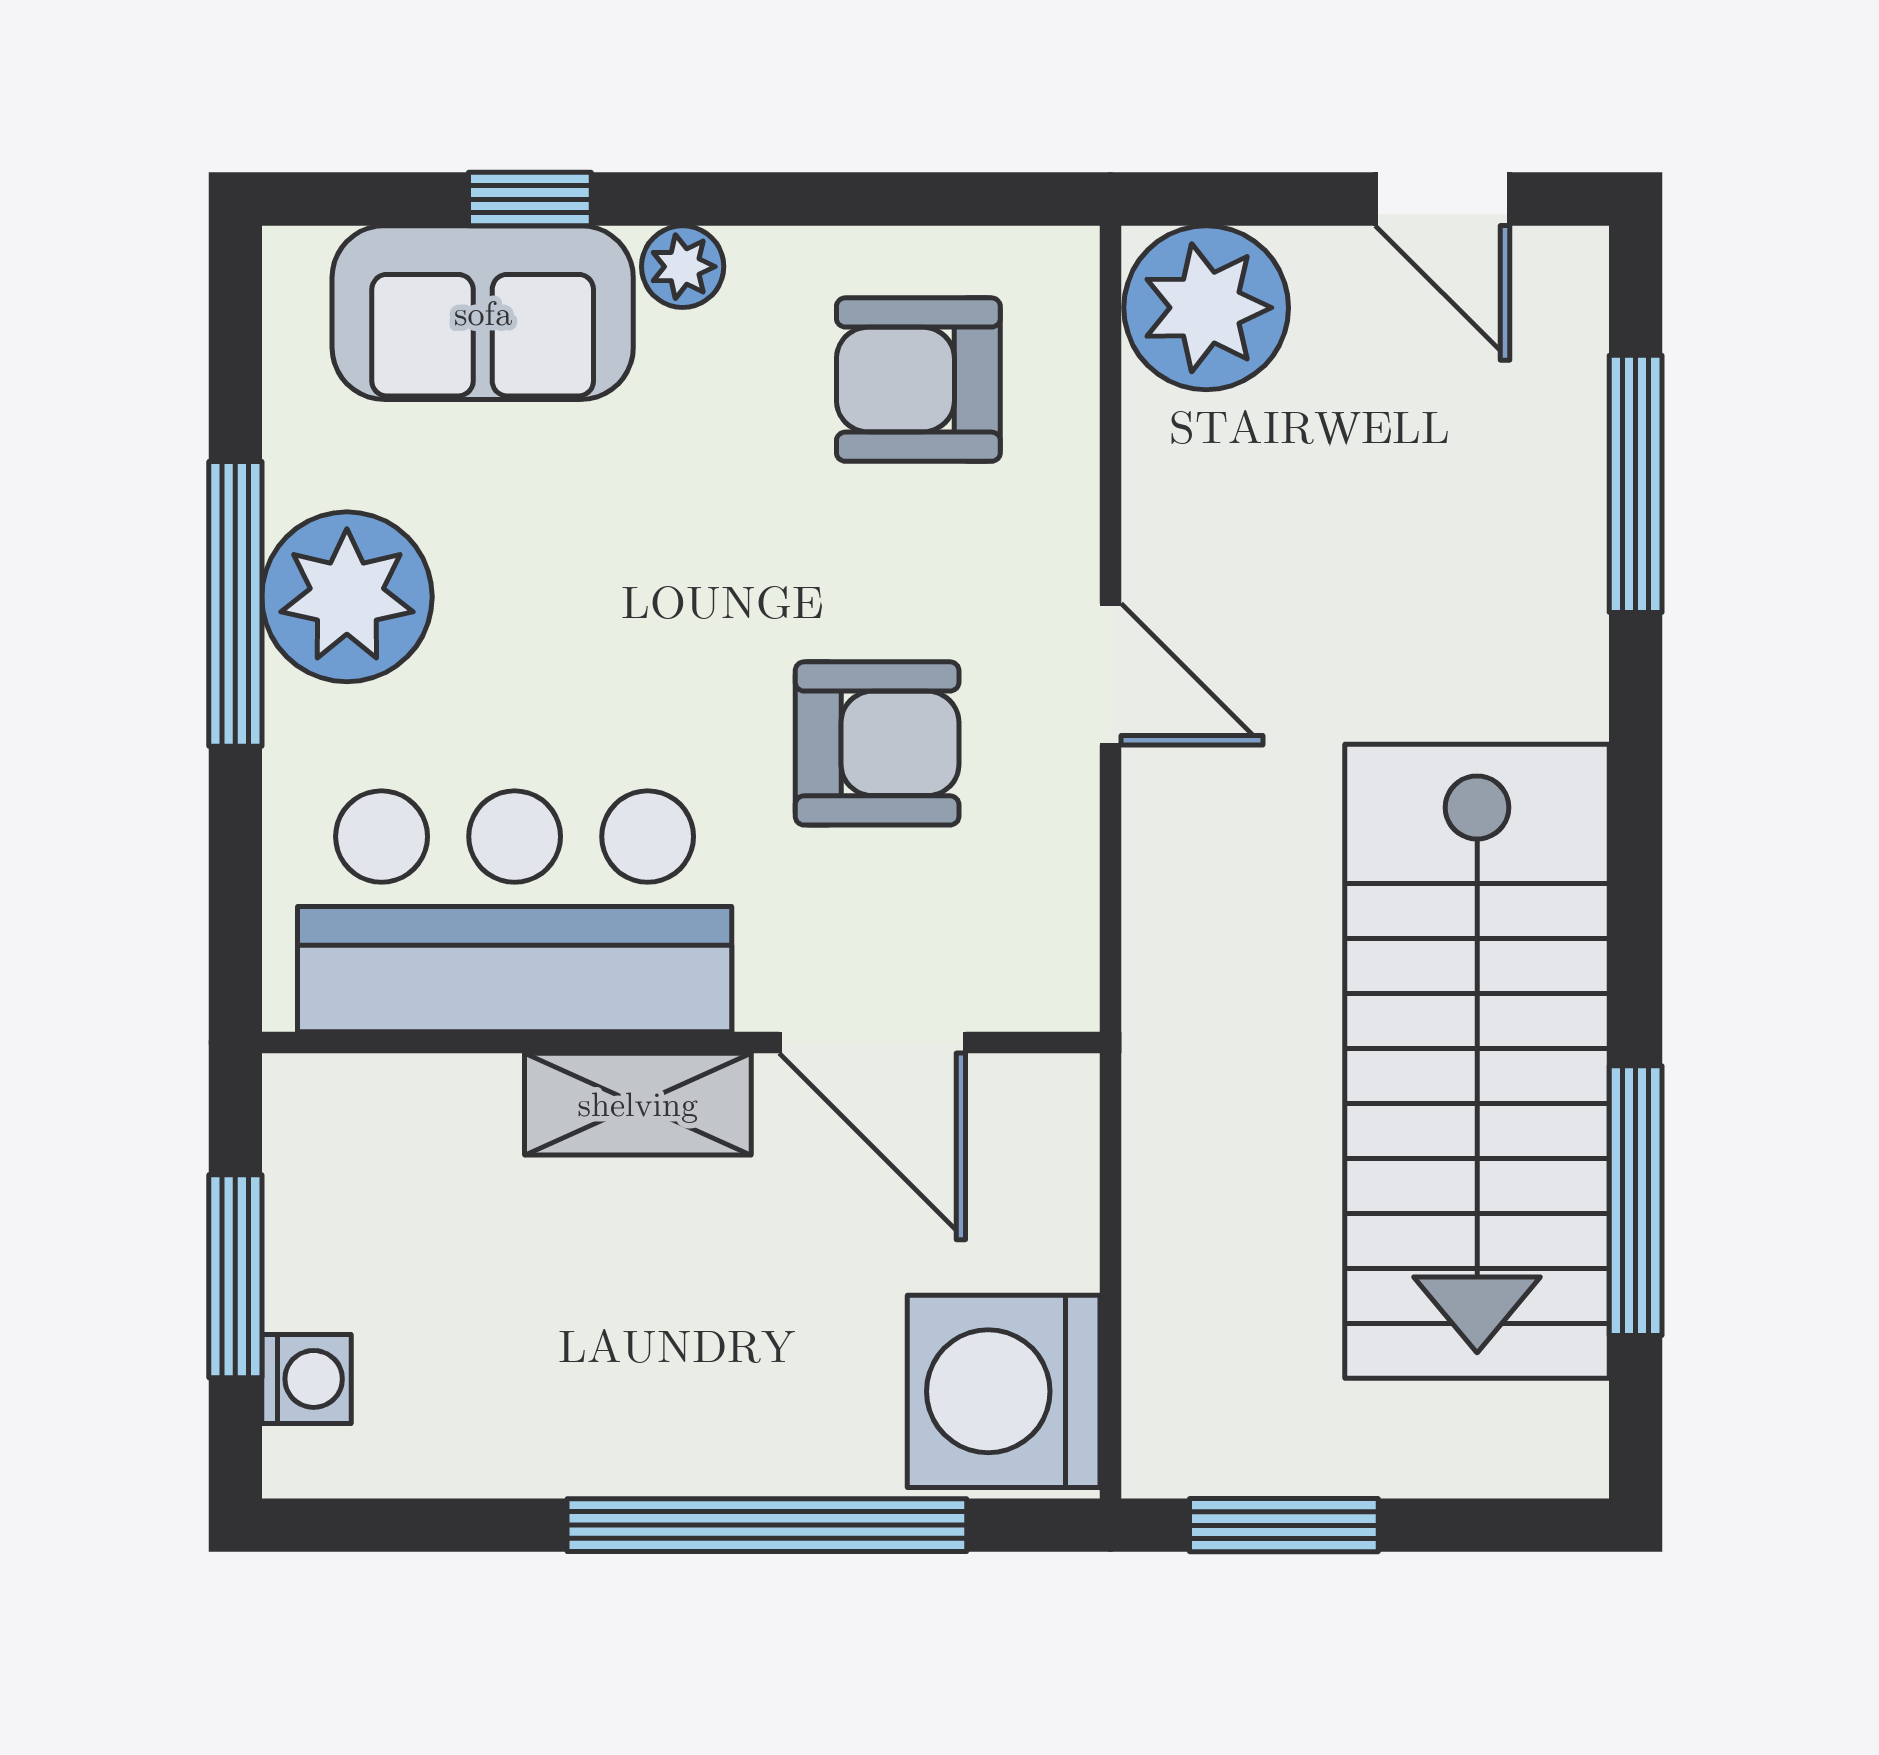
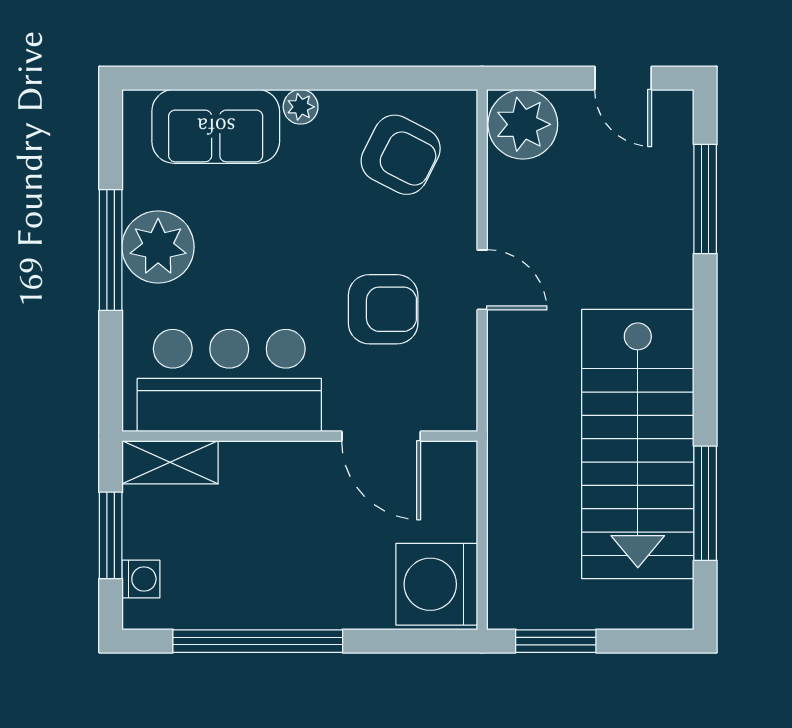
window: (530, 199) -> (236, 78), removed
armchair: (918, 380) -> (401, 155), turned -153
shelving: (638, 1104) -> (170, 462), moved
window: (767, 1525) -> (258, 641), moved

